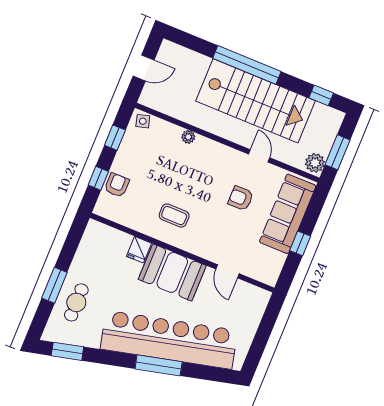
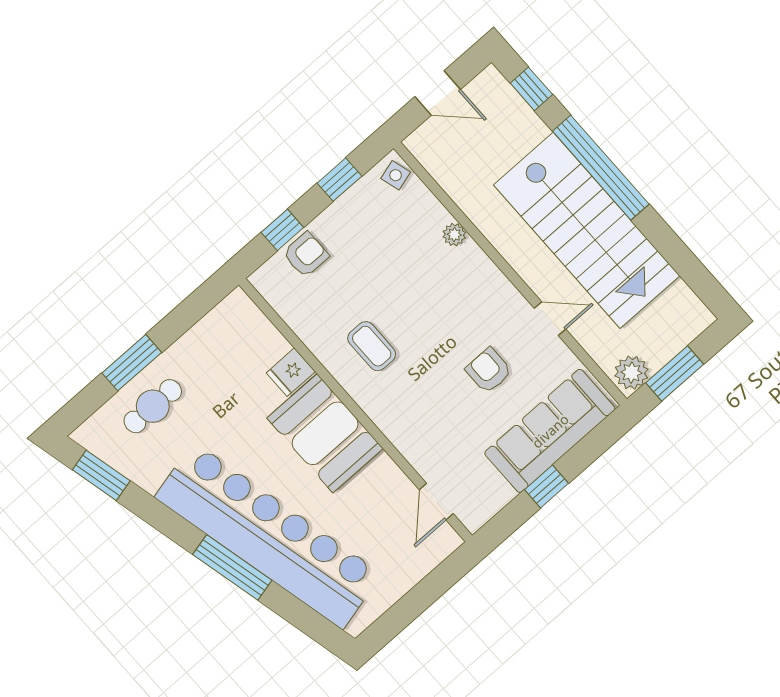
window: (321, 95) -> (531, 89), moved
door: (259, 156) -> (550, 319), hinge flipped
door: (227, 271) -> (436, 502), moved

